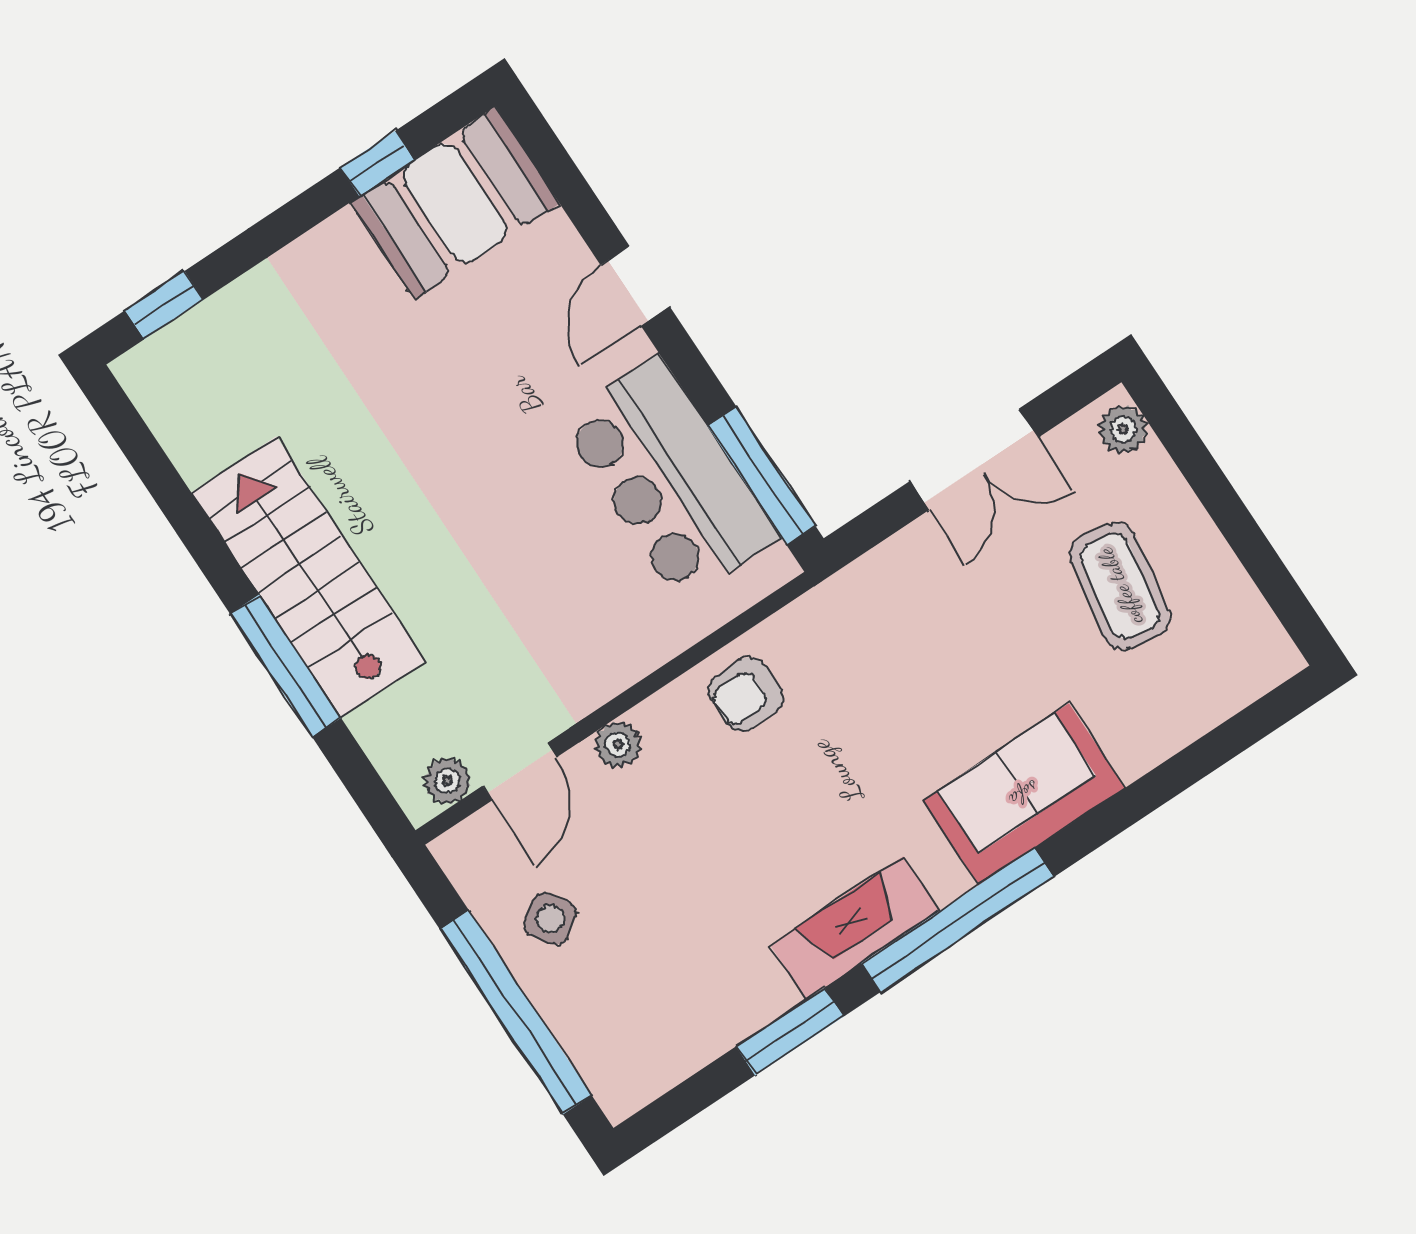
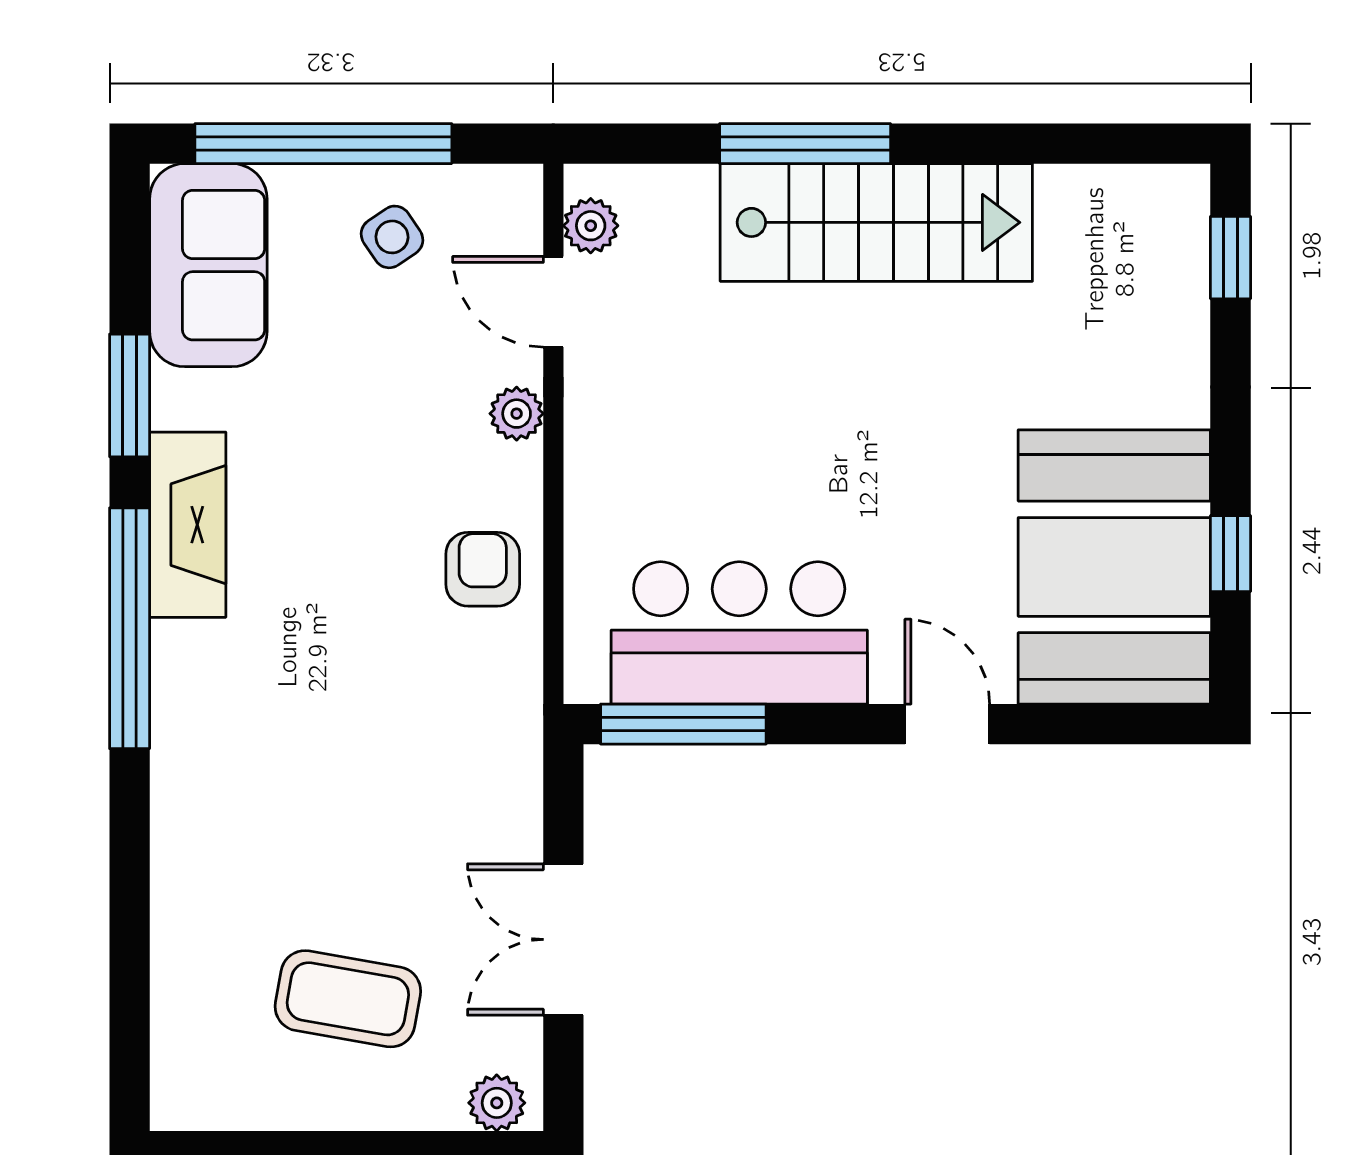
booth: (455, 203) -> (1114, 567), width x1.36, depth x1.42
sofa: (1024, 794) -> (208, 265), moved

